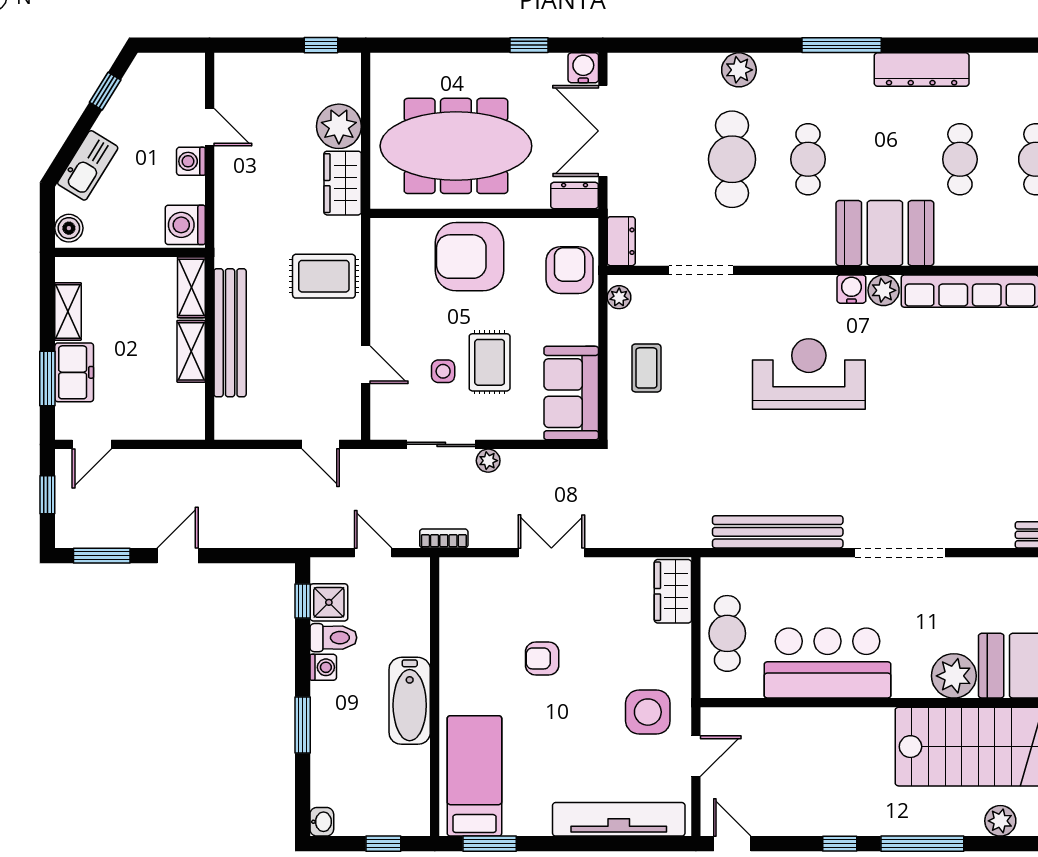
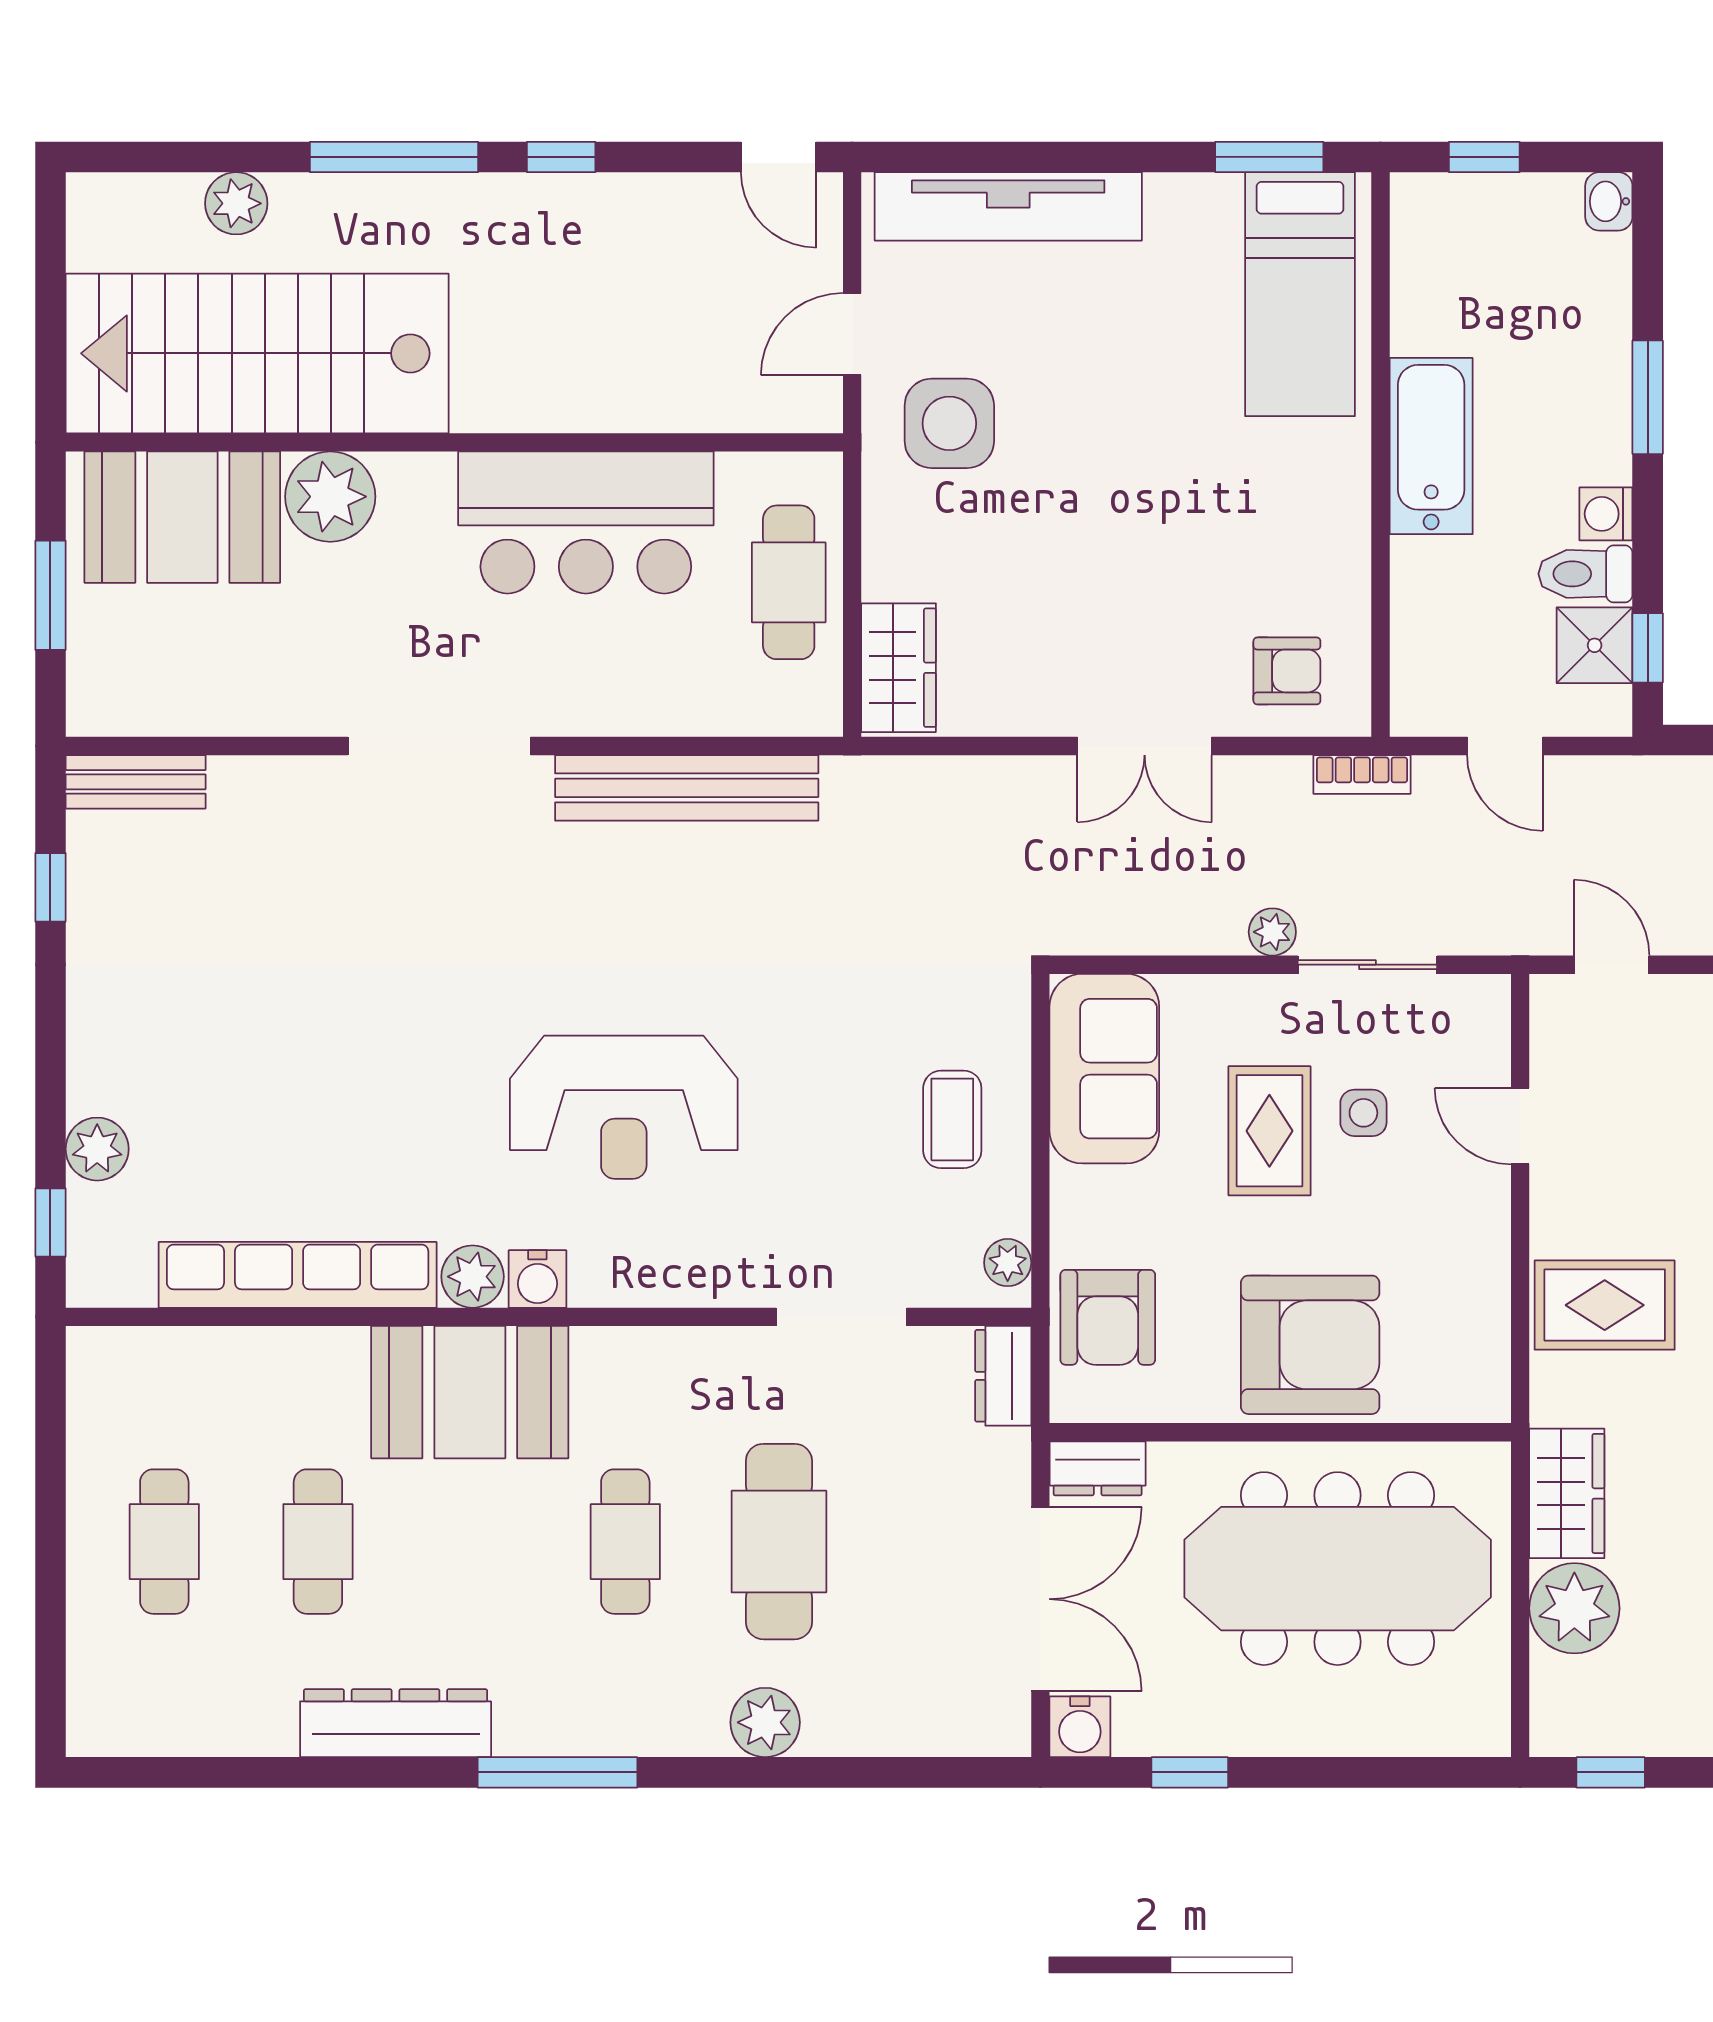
armchair: (542, 658) -> (1287, 671), moved

